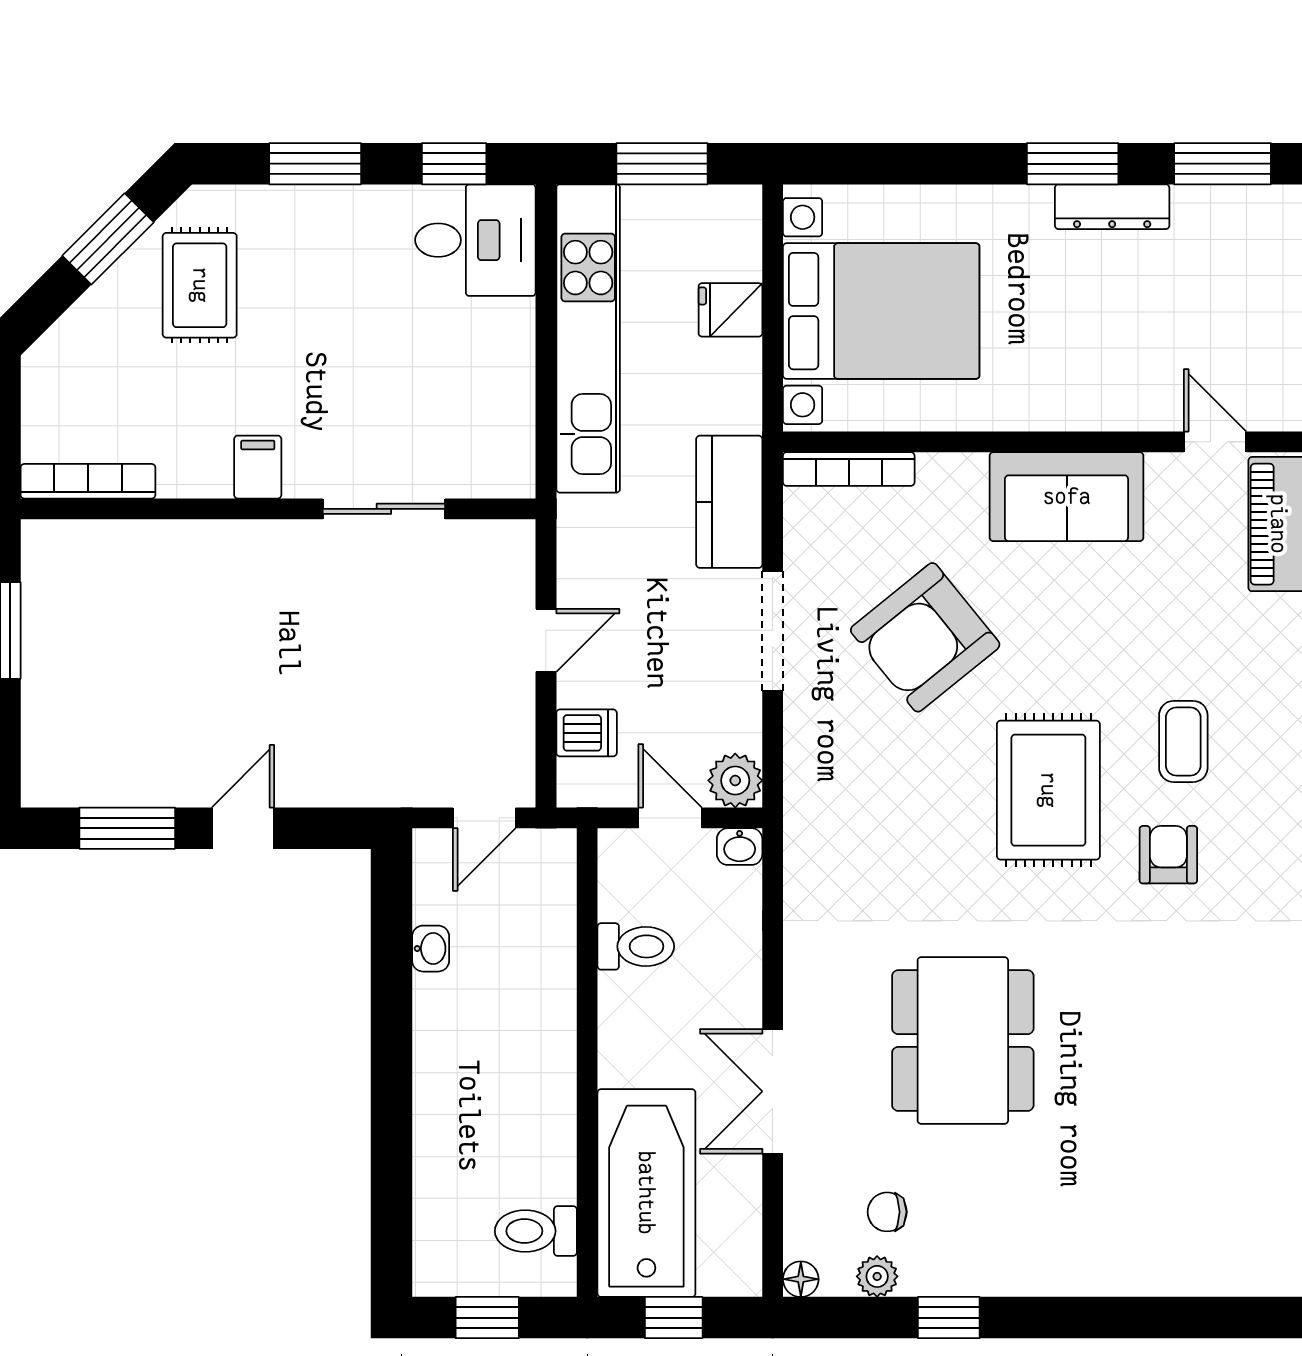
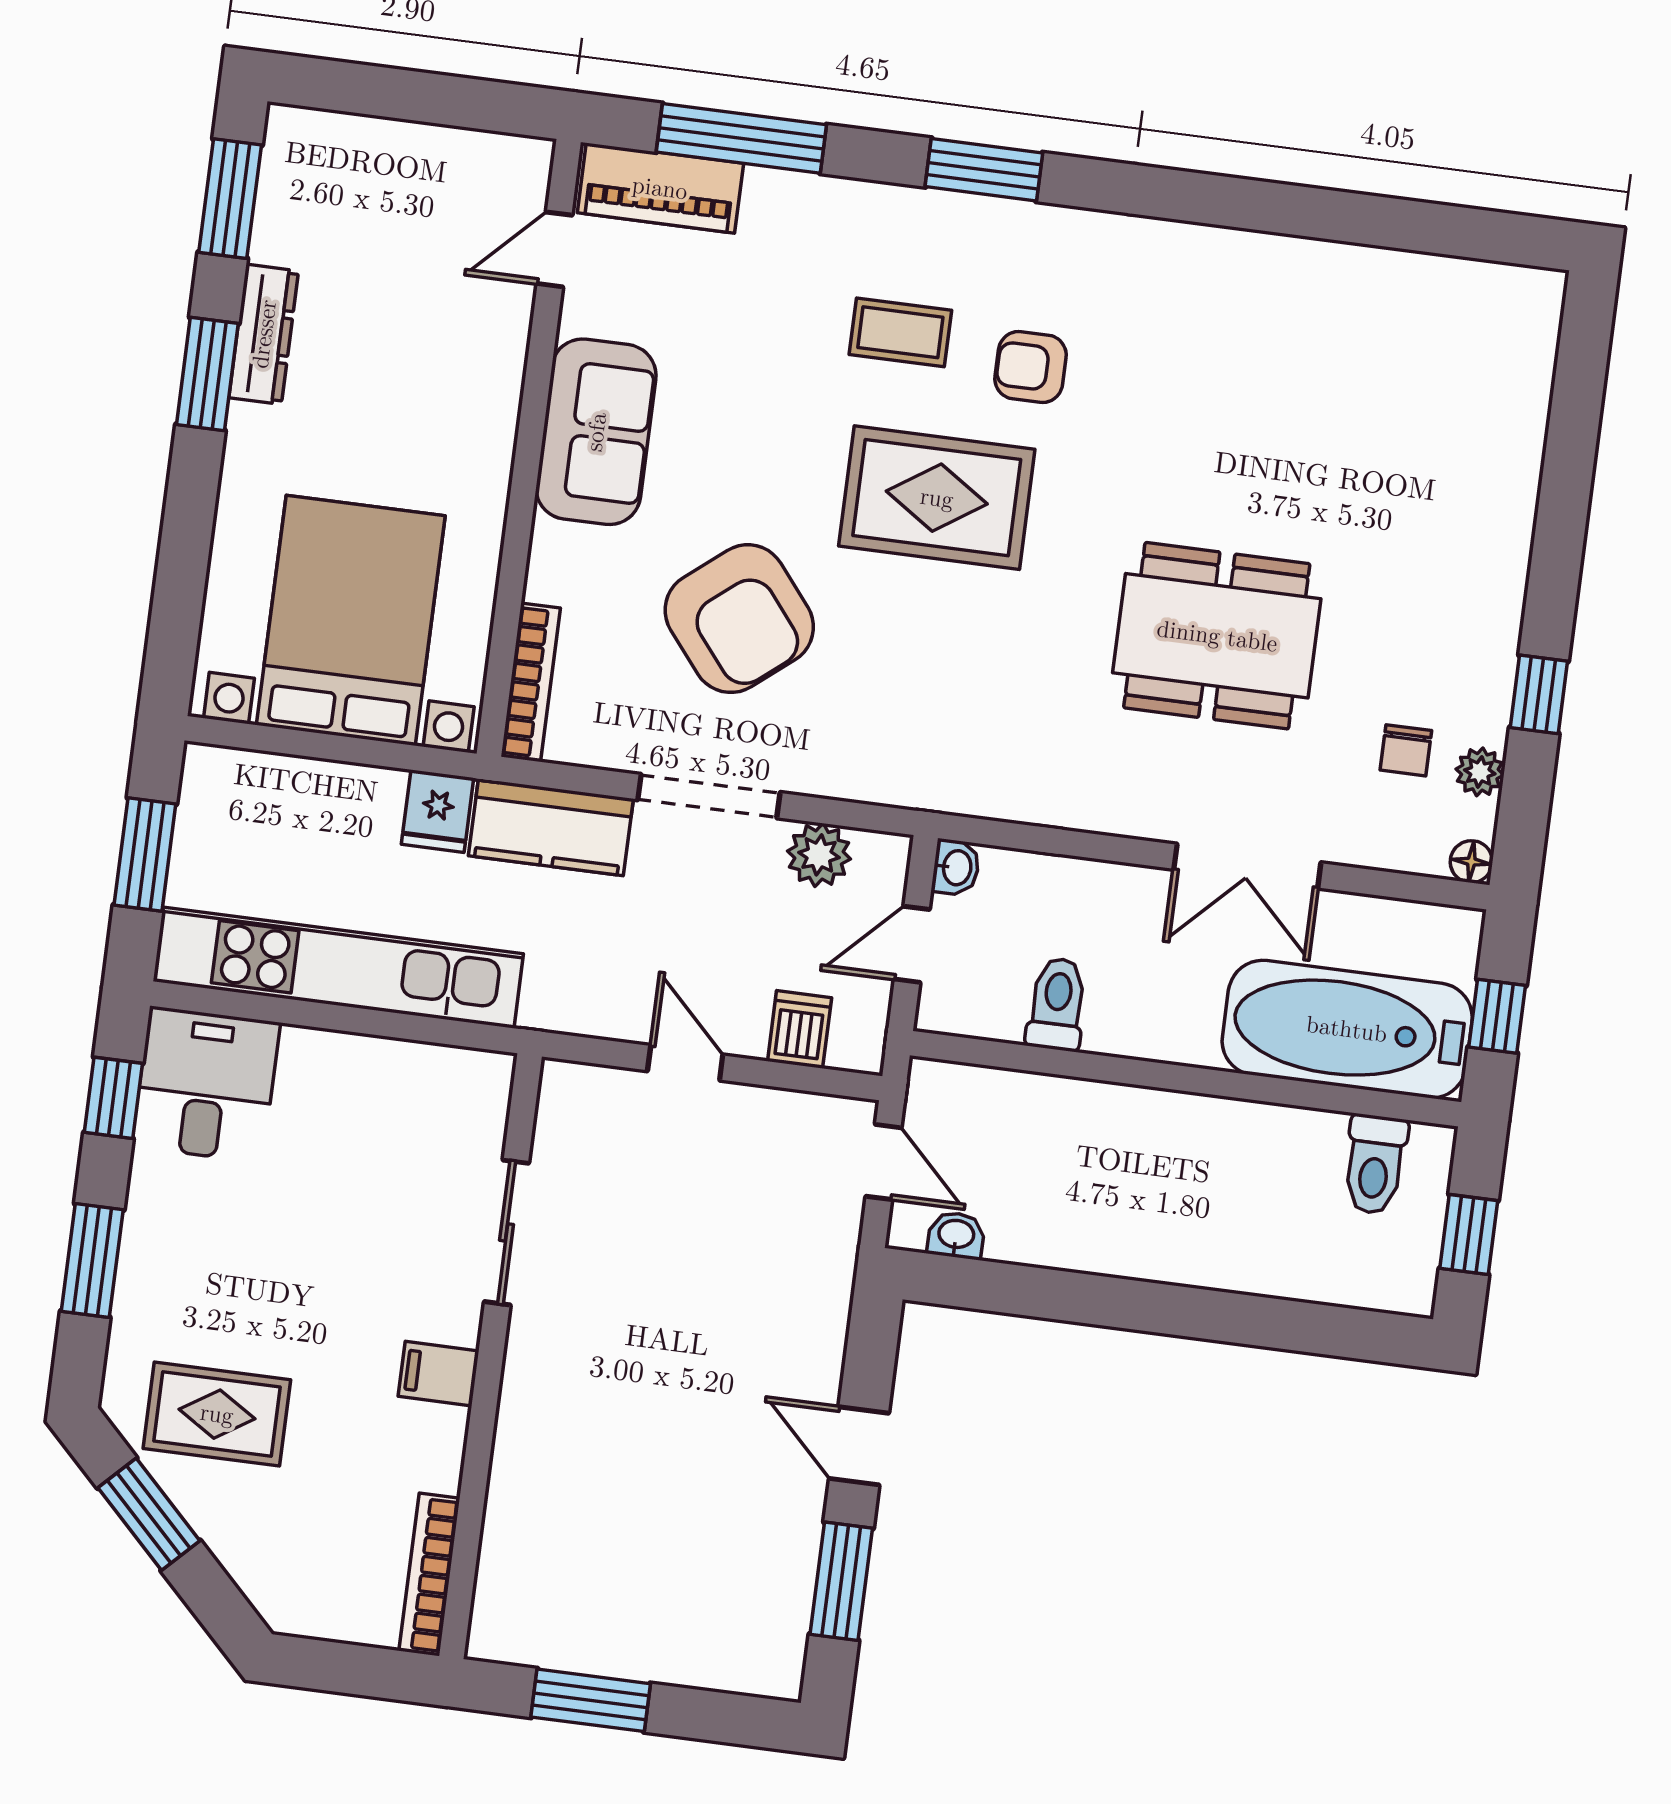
fridge: (730, 310) -> (438, 811), moved
plant: (735, 780) -> (819, 855), moved
washbasin: (431, 949) -> (956, 1235), moved

